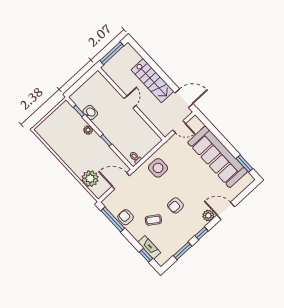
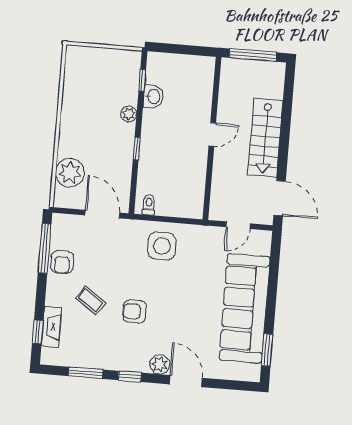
door: (179, 127) -> (238, 225), hinge flipped
armchair: (126, 217) -> (62, 262), turned 180

